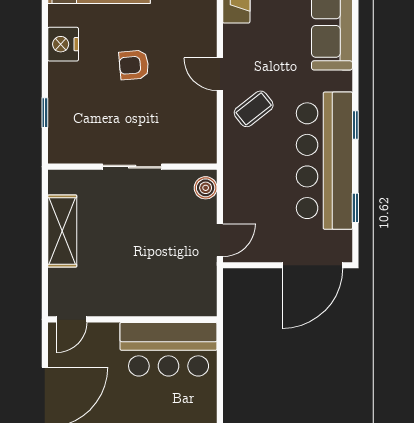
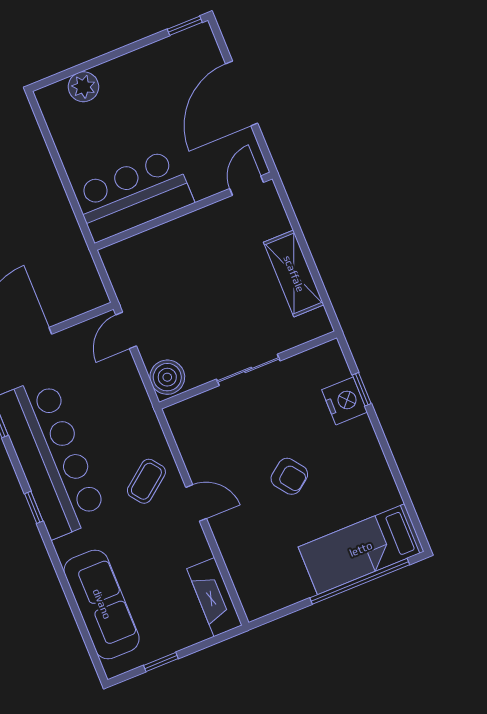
nightstand: (63, 44) -> (345, 401), moved
armchair: (134, 65) -> (289, 476), turned 58
boiler: (206, 188) -> (167, 377), width x1.36, depth x1.36

